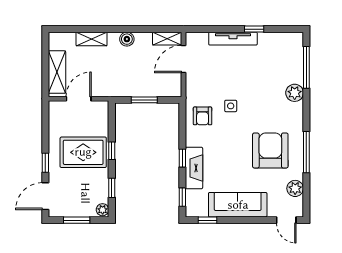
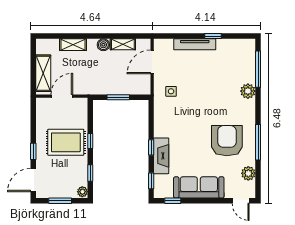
shelving: (167, 39) -> (123, 44), moved
side table: (231, 106) -> (171, 91), moved
armchair: (203, 116) -> (169, 111), removed

